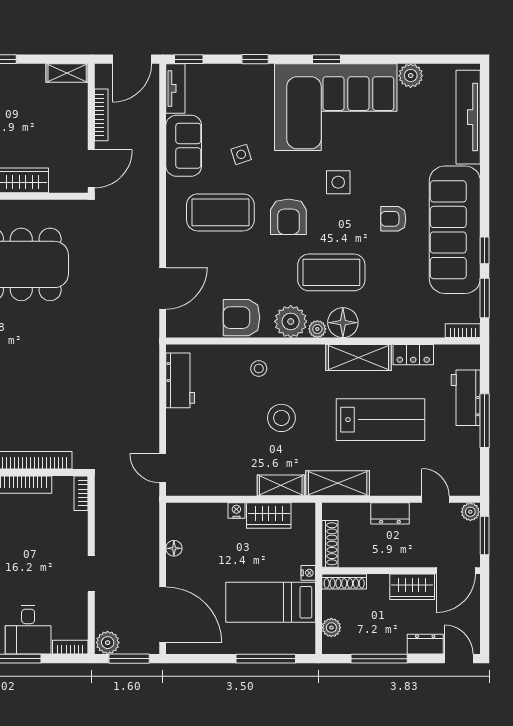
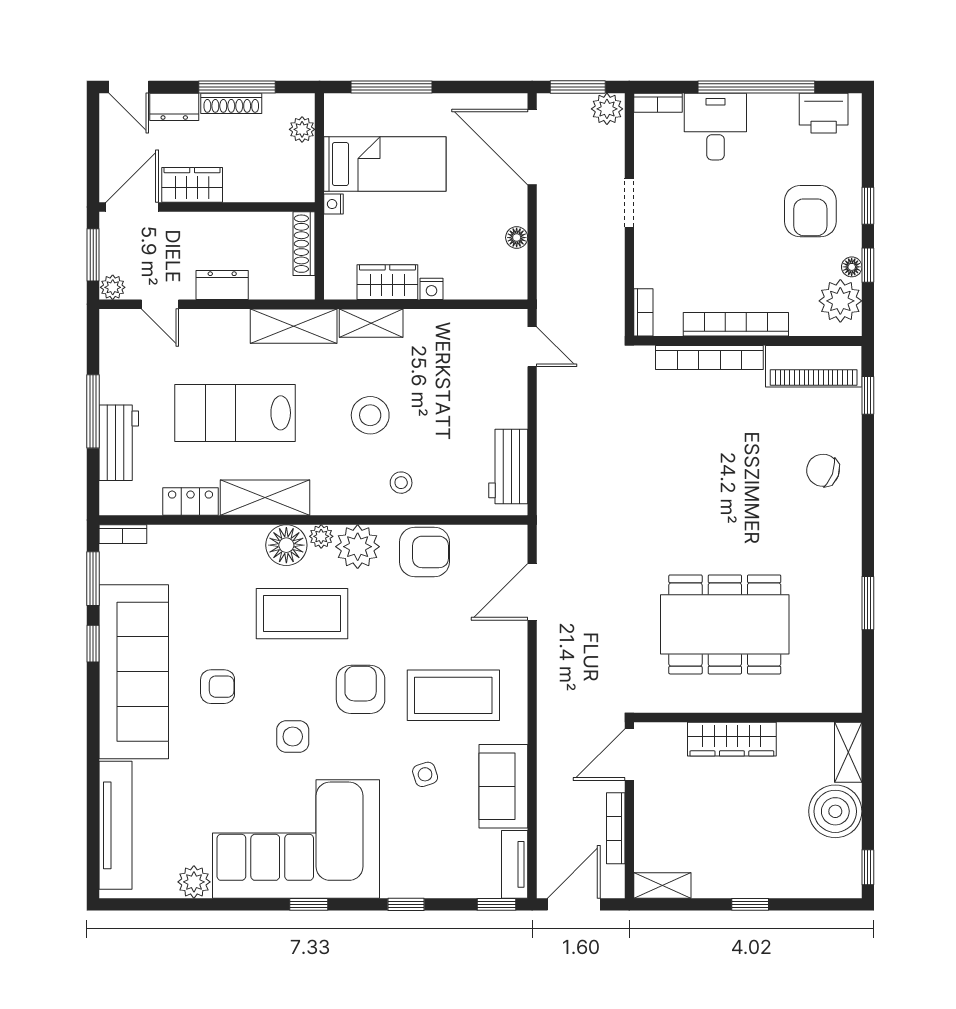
shoe rack: (344, 581) -> (231, 103), moved, turned 180

